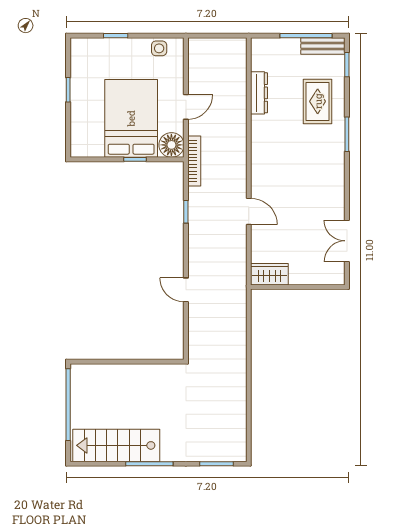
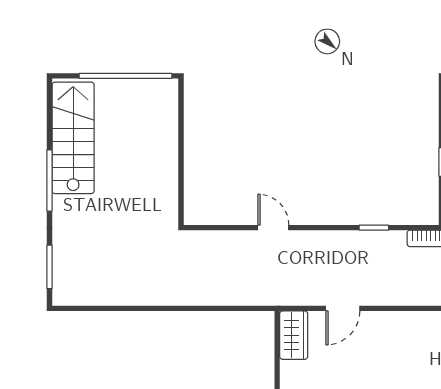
door: (249, 211) -> (343, 308), moved
door: (186, 290) -> (273, 228), hinge flipped

